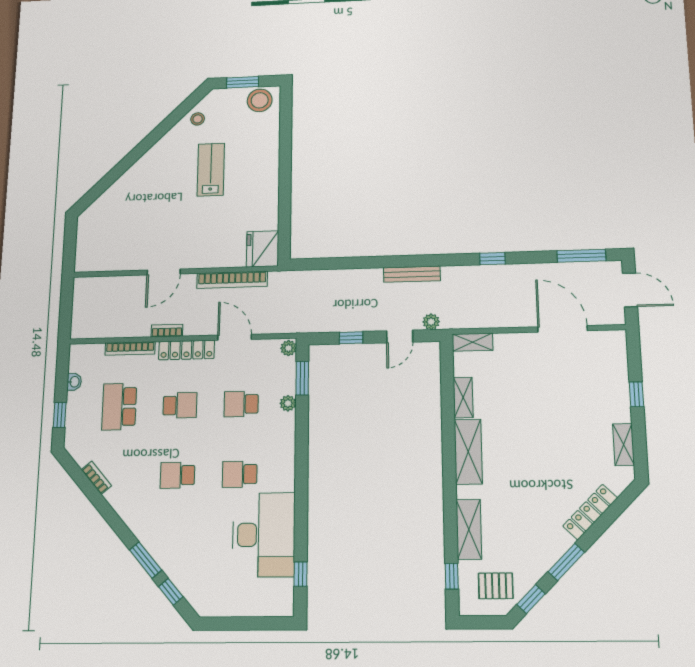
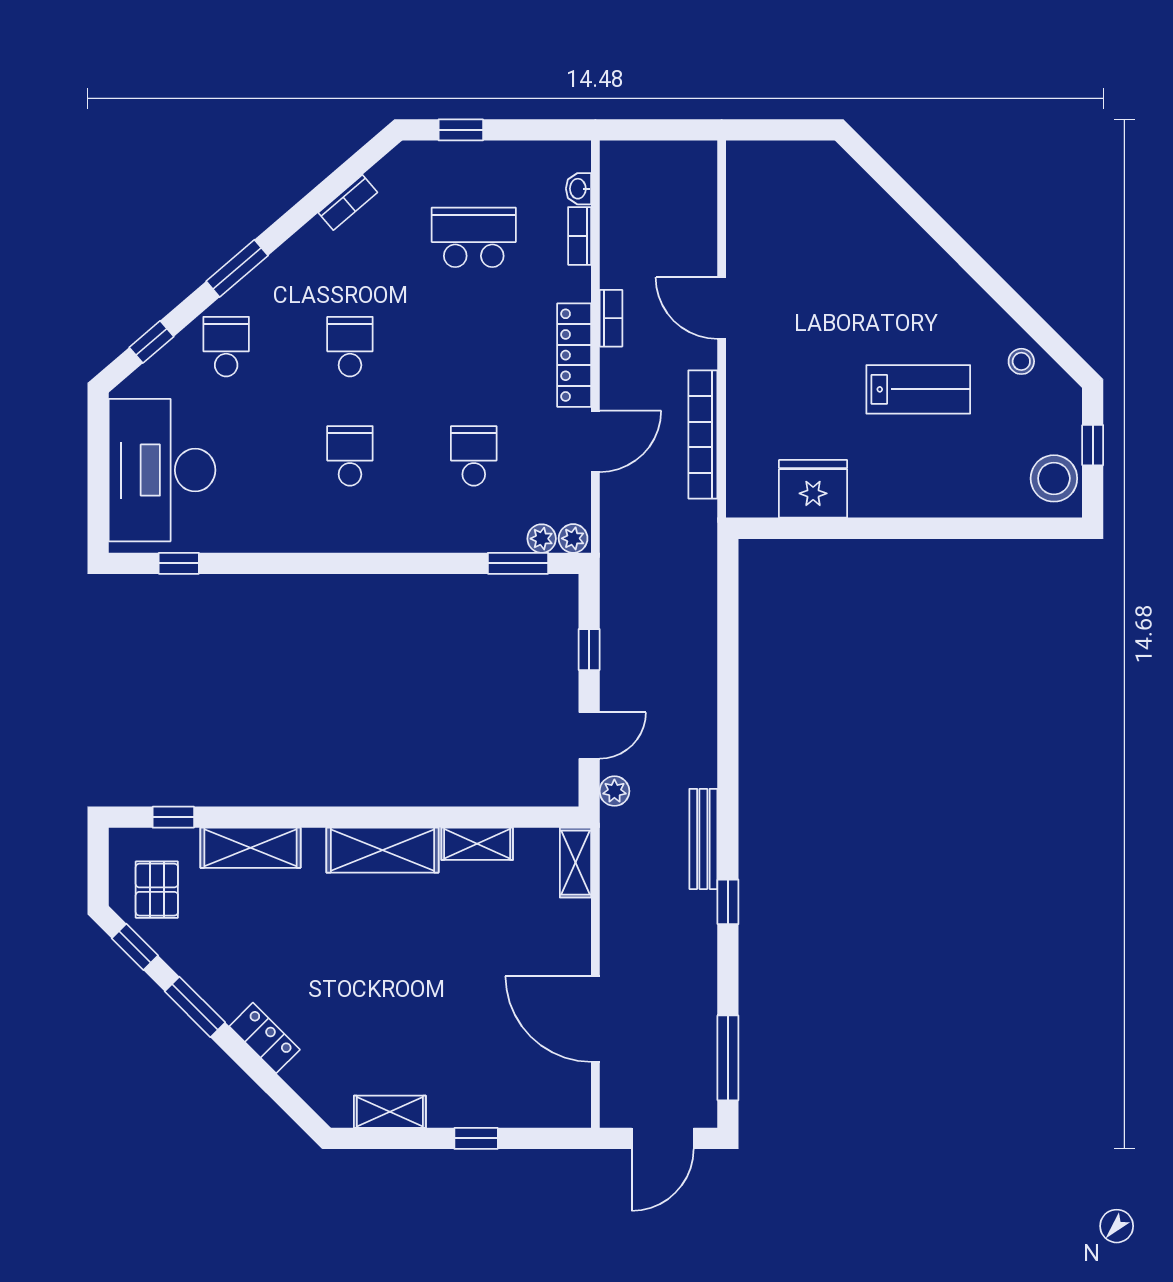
window: (243, 82) -> (1093, 445), width x0.67
fridge: (263, 249) -> (813, 489), moved
bench: (412, 274) -> (703, 839), moved
door: (563, 329) -> (595, 1019), swing flipped
door: (400, 336) -> (589, 735), swing flipped
bookcase: (130, 348) -> (580, 236), width x0.64
washbasin: (74, 382) -> (579, 189), moved, turned 90
plant: (288, 403) -> (542, 539), moved
school desk: (180, 405) -> (226, 347), moved, turned 180
locker: (590, 512) -> (265, 1038), width x0.66
desk: (264, 535) -> (162, 470), moved, turned 90
window: (146, 560) -> (237, 268), moved

